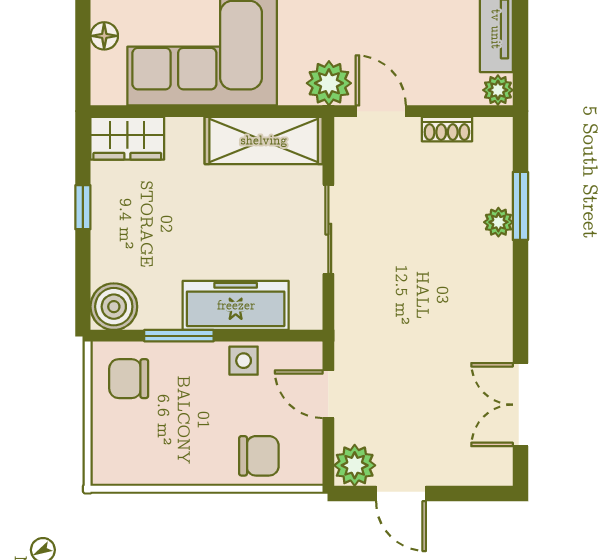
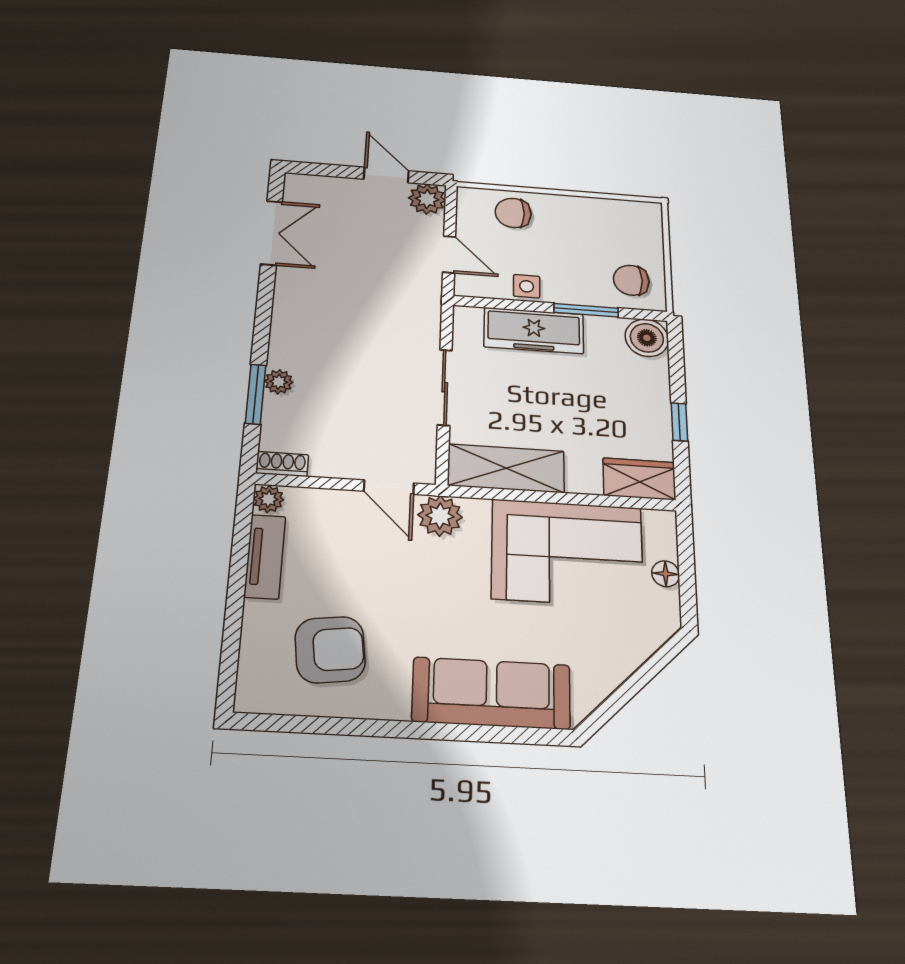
shoe rack: (447, 129) -> (282, 464), moved
chair: (129, 379) -> (631, 280), turned 180

